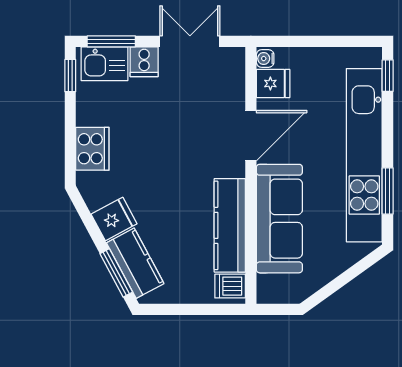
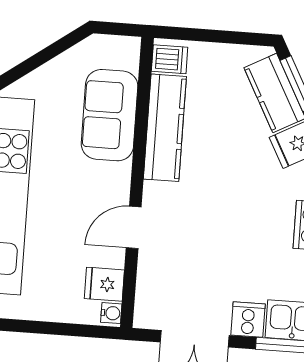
door: (251, 136) -> (134, 227), width x0.73
sofa: (279, 219) -> (110, 115), width x0.73

